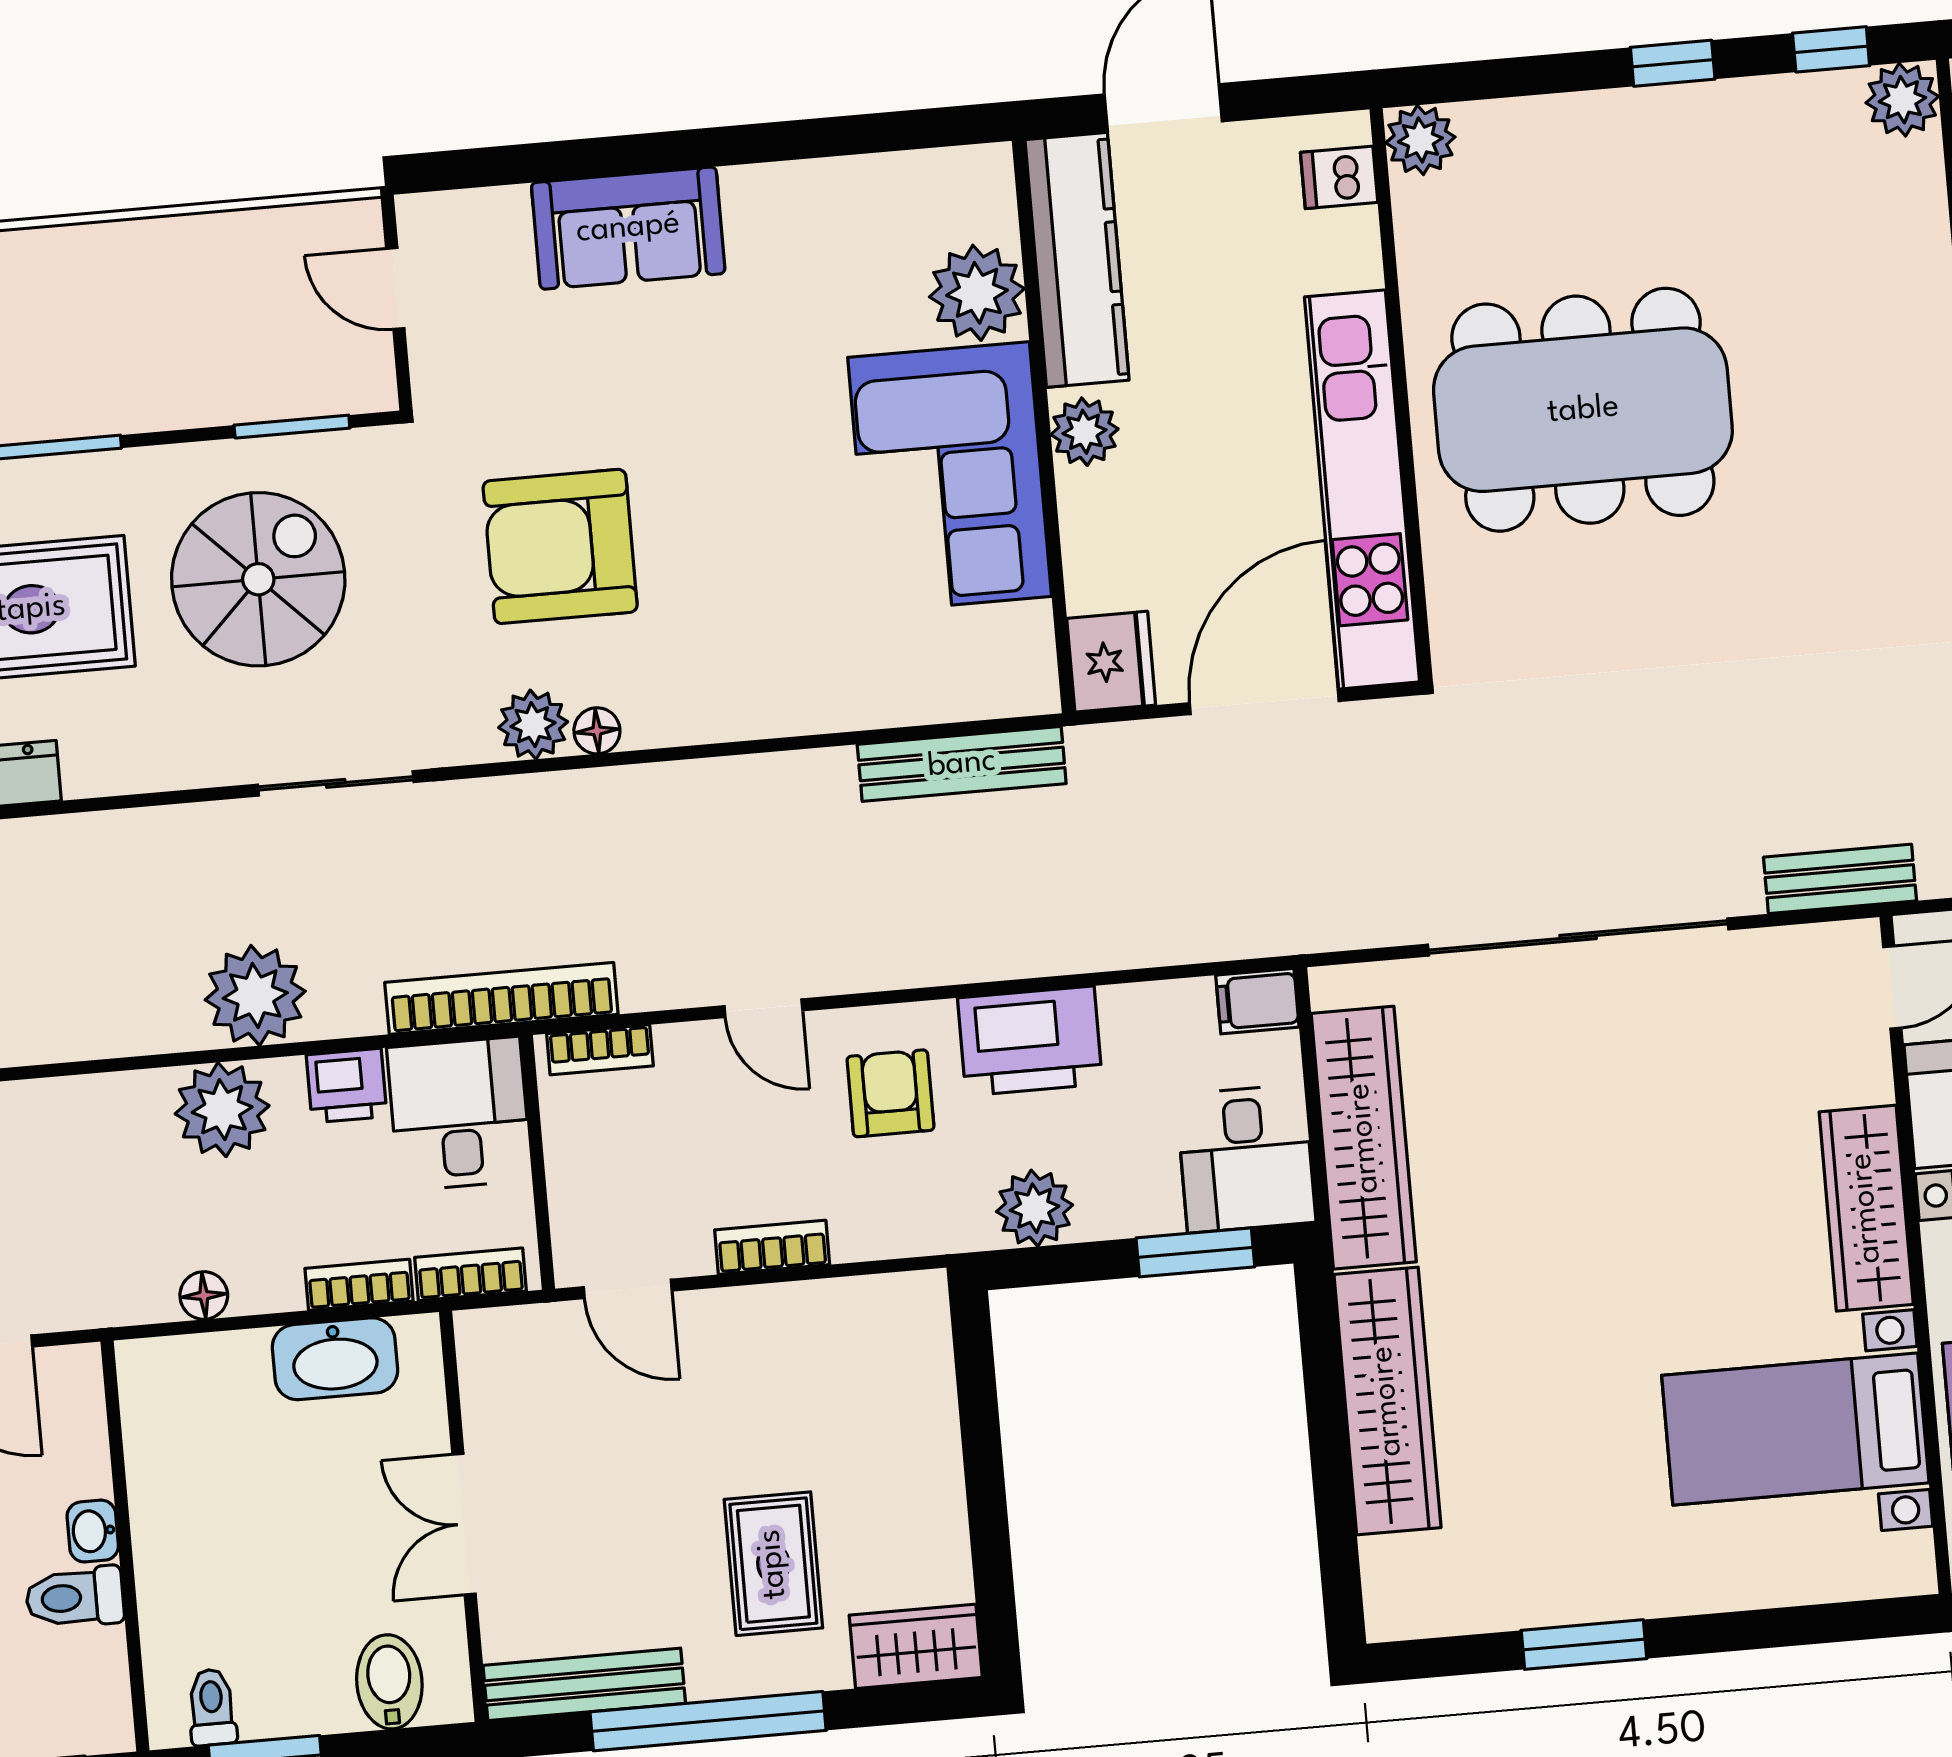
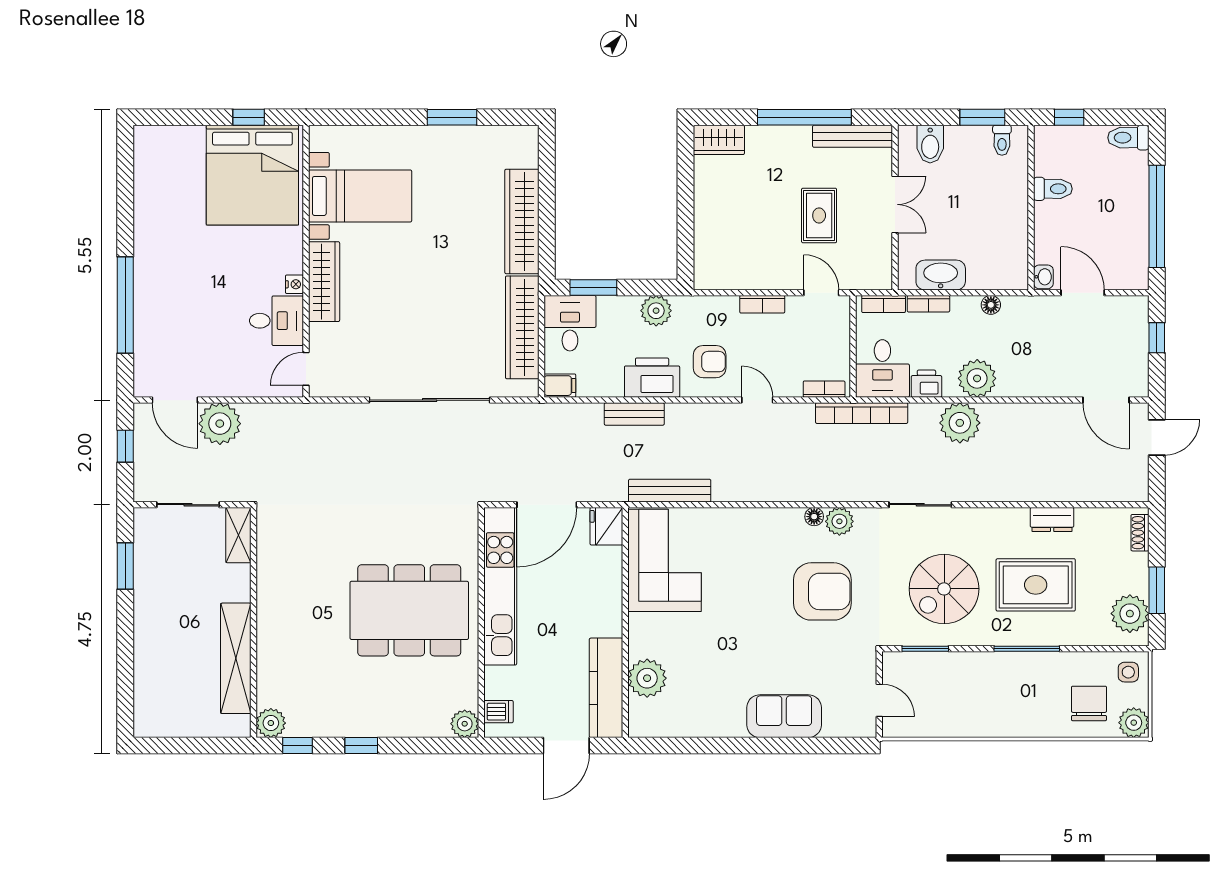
plant: (1084, 432) -> (609, 619), removed
corner sofa: (950, 477) -> (664, 560), moved
bench: (1840, 879) -> (634, 414), moved
armchair: (890, 1093) -> (710, 362), turned -90
washbasin: (93, 1531) -> (1043, 277), moved
rug: (773, 1564) -> (819, 215), moved

